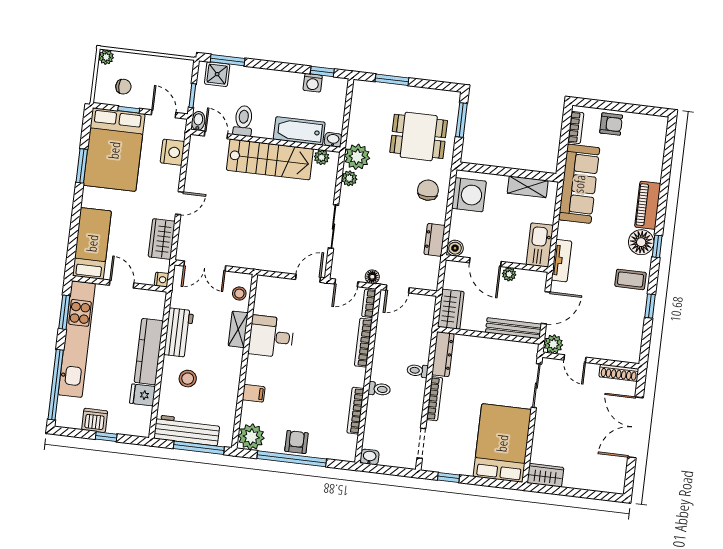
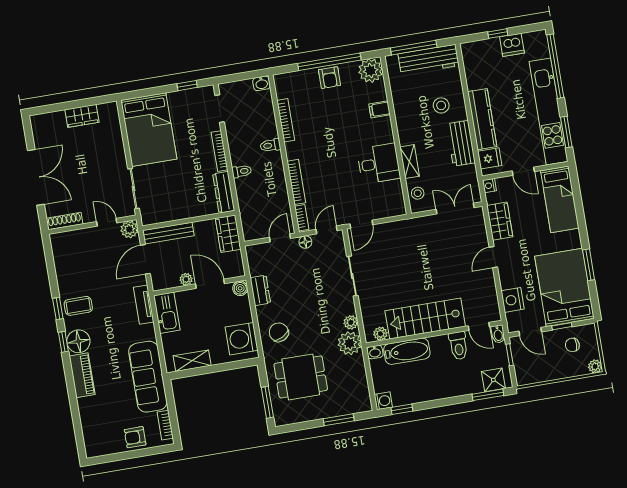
washing machine: (313, 83) -> (383, 401), moved, turned 90
chair: (428, 190) -> (279, 332), turned 153
window: (650, 306) -> (58, 308), moved
fridge: (143, 395) -> (490, 158), moved
wardrobe: (545, 475) -> (82, 116), moved

